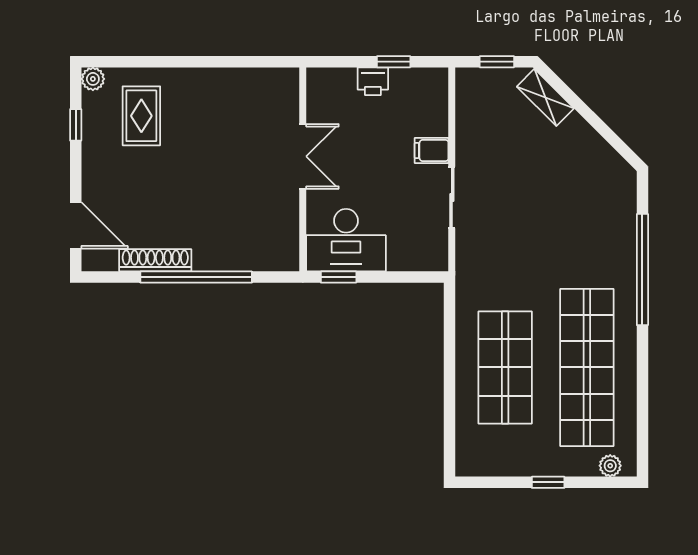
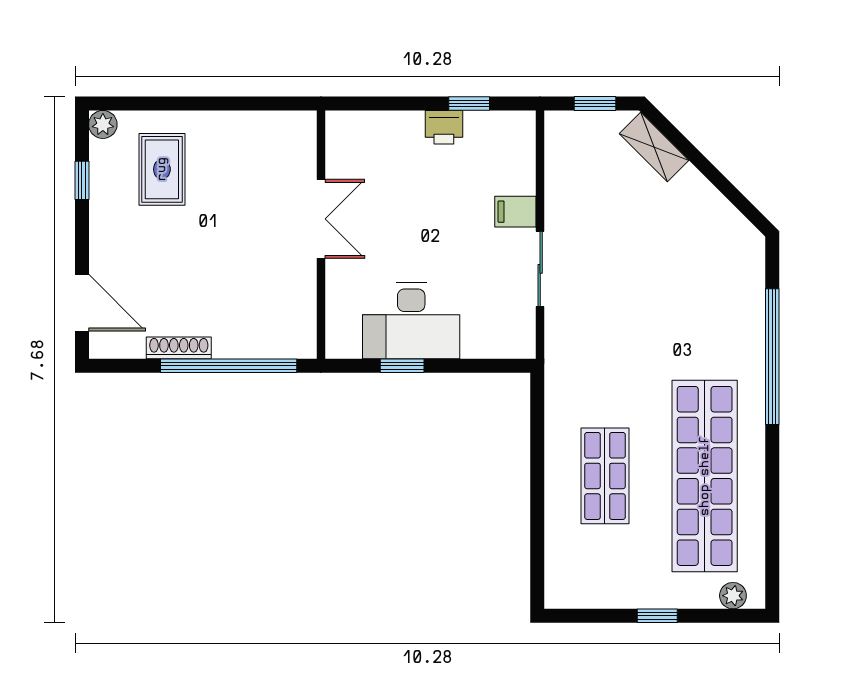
double door: (303, 156) -> (321, 219), moved
wall: (303, 169) -> (321, 235), moved
shoe rack: (155, 260) -> (179, 348), width x0.74, depth x0.81
shop shelf: (505, 367) -> (605, 476), width x0.70, depth x0.74

